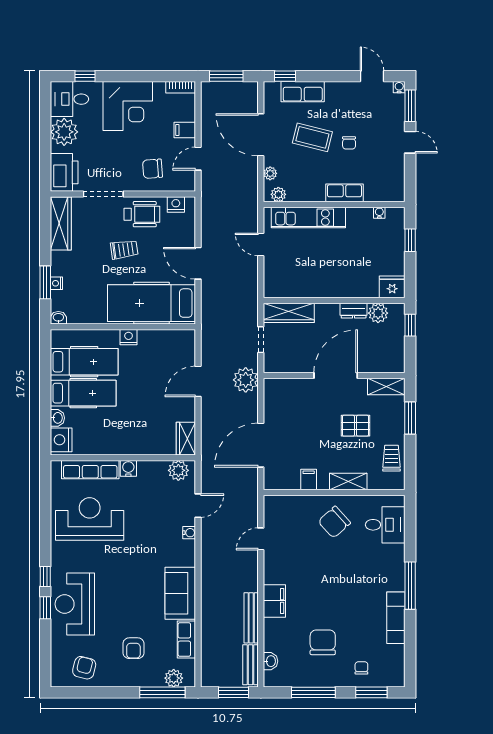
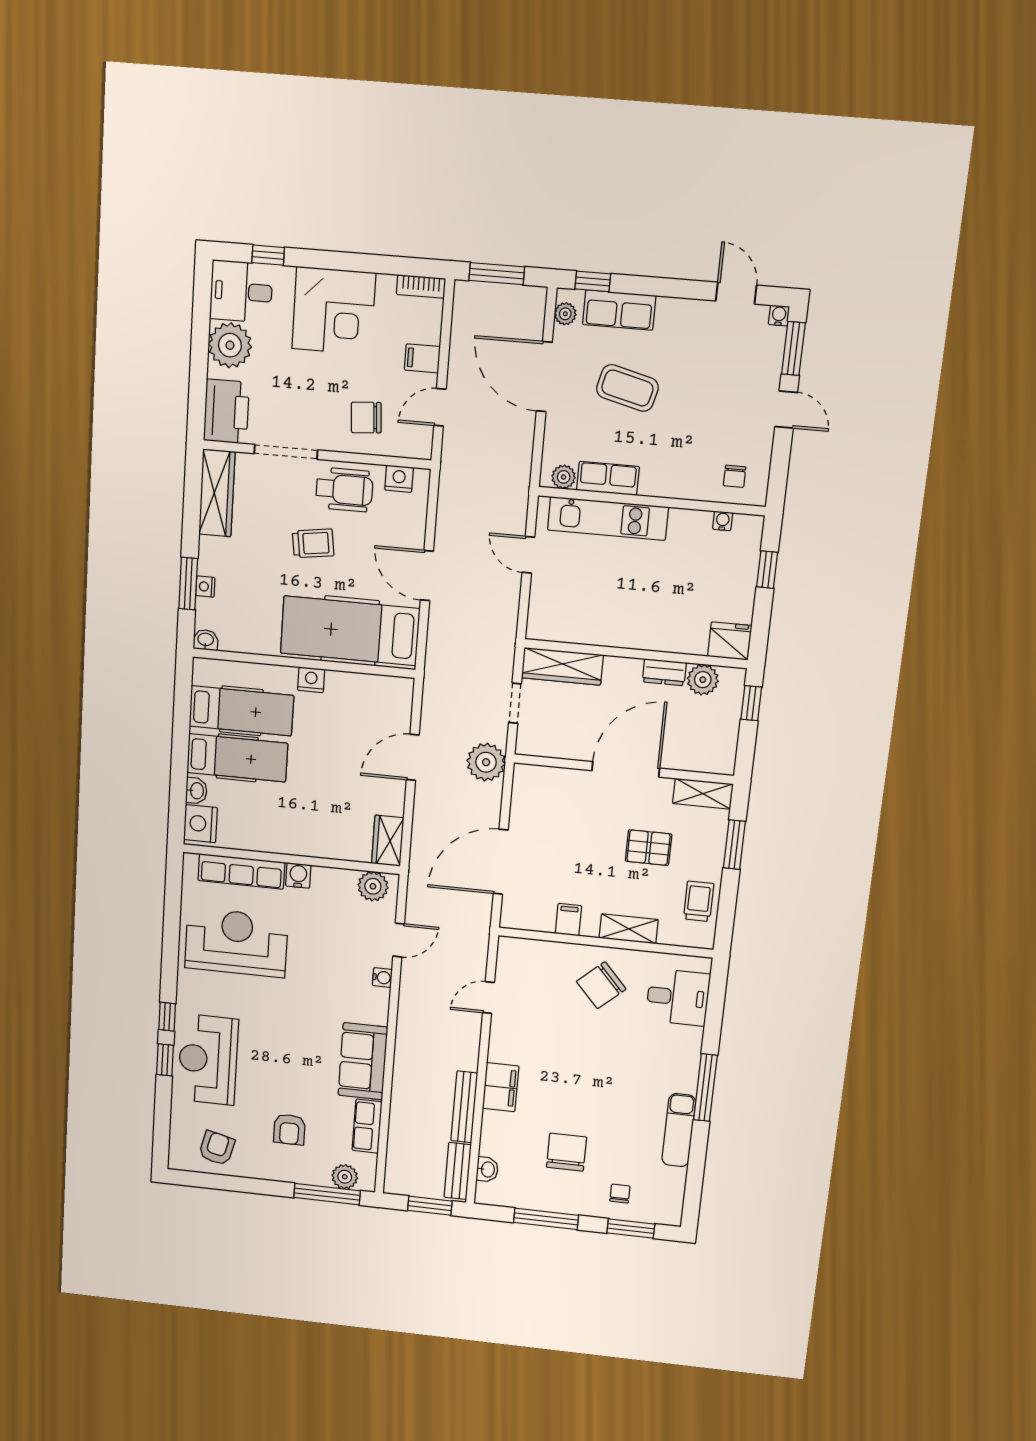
chair: (349, 143) -> (735, 476), moved
plant: (270, 173) -> (565, 314), moved
row of seats: (344, 193) -> (608, 478), moved

